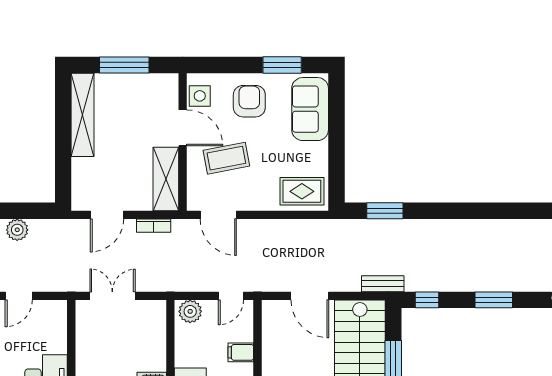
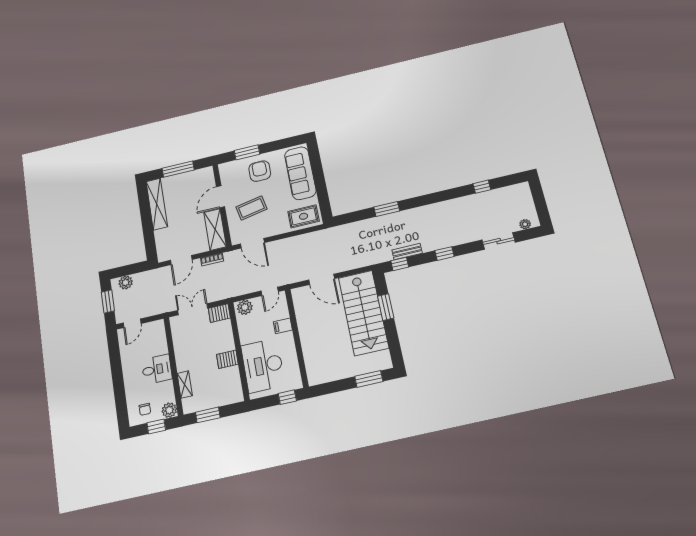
window: (282, 65) -> (247, 152), moved
side table: (200, 96) -> (228, 176), removed
sofa: (310, 109) -> (300, 173), width x1.36
door: (183, 128) -> (221, 197), swing flipped
window: (385, 211) -> (387, 209), moved
bench: (383, 284) -> (407, 252), moved
window: (494, 300) -> (445, 254), width x0.67
server rack: (151, 311) -> (219, 313), added

